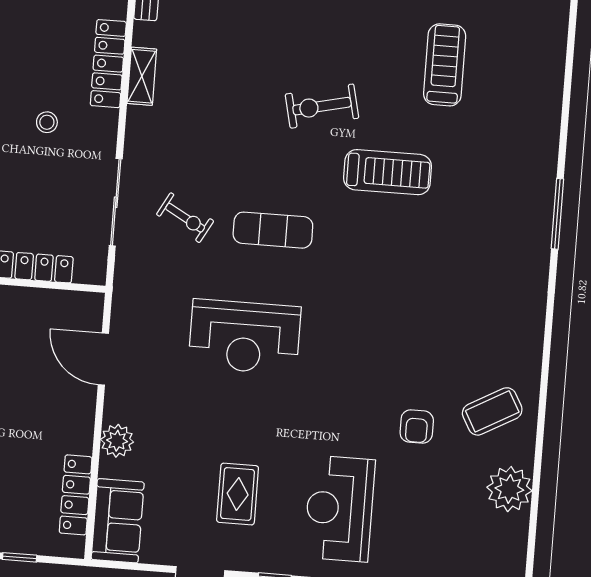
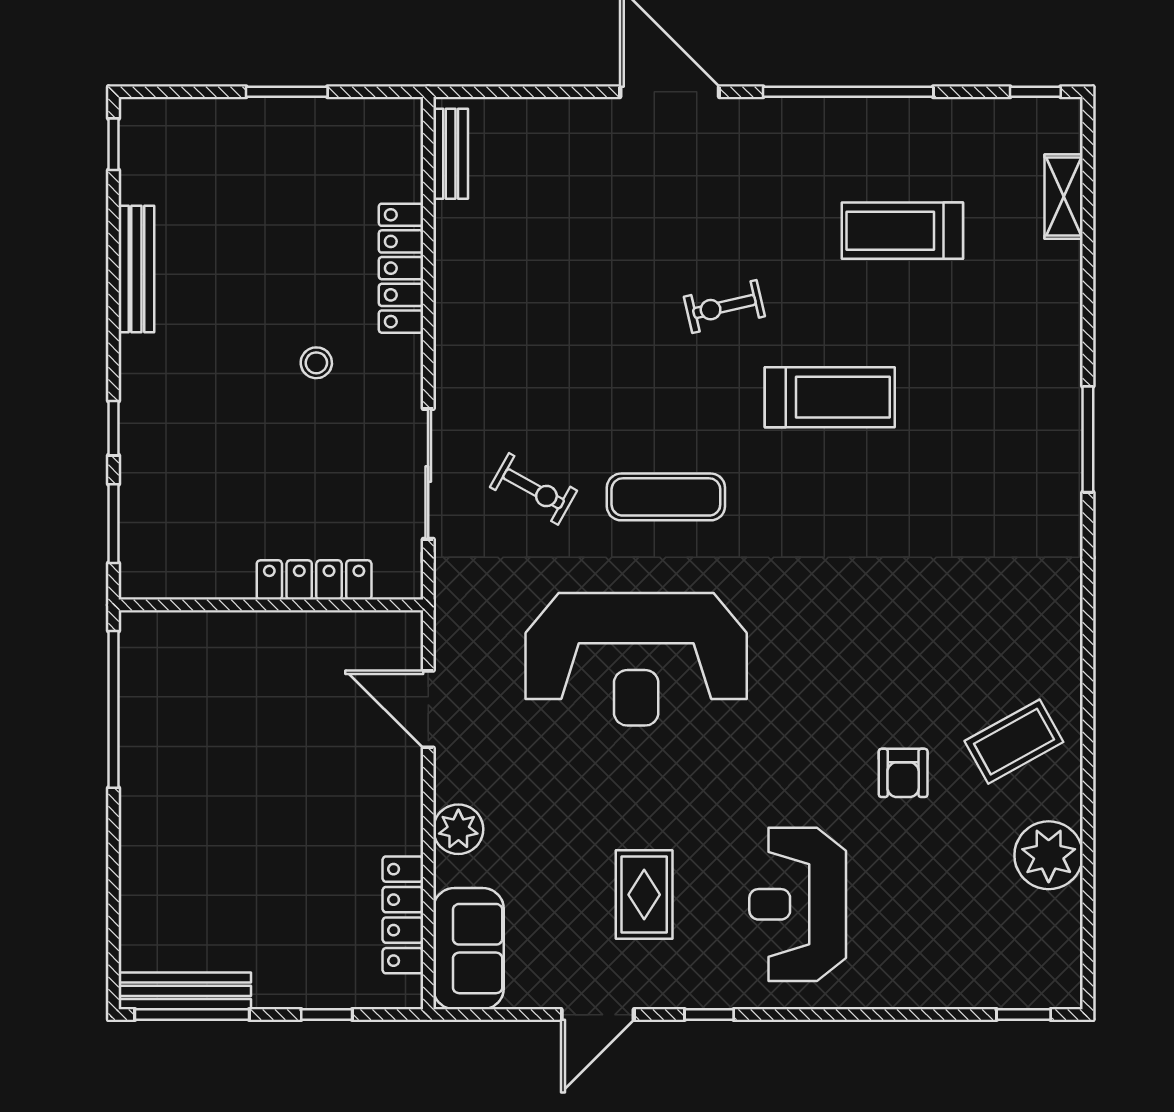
treadmill: (445, 65) -> (902, 231), turned -90
shelving: (142, 76) -> (1064, 197), moved
exercise bike: (322, 106) -> (724, 306), width x0.73, depth x0.72
reception desk: (245, 337) -> (636, 659), width x1.36, depth x1.30

